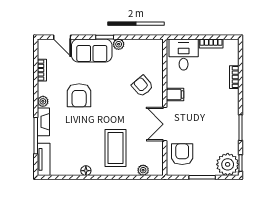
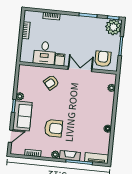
desk: (184, 54) -> (45, 53), moved, turned -90
double door: (165, 124) -> (80, 69), swing flipped
coffee table: (115, 148) -> (94, 106), removed
armchair: (182, 154) -> (103, 59), turned 90

